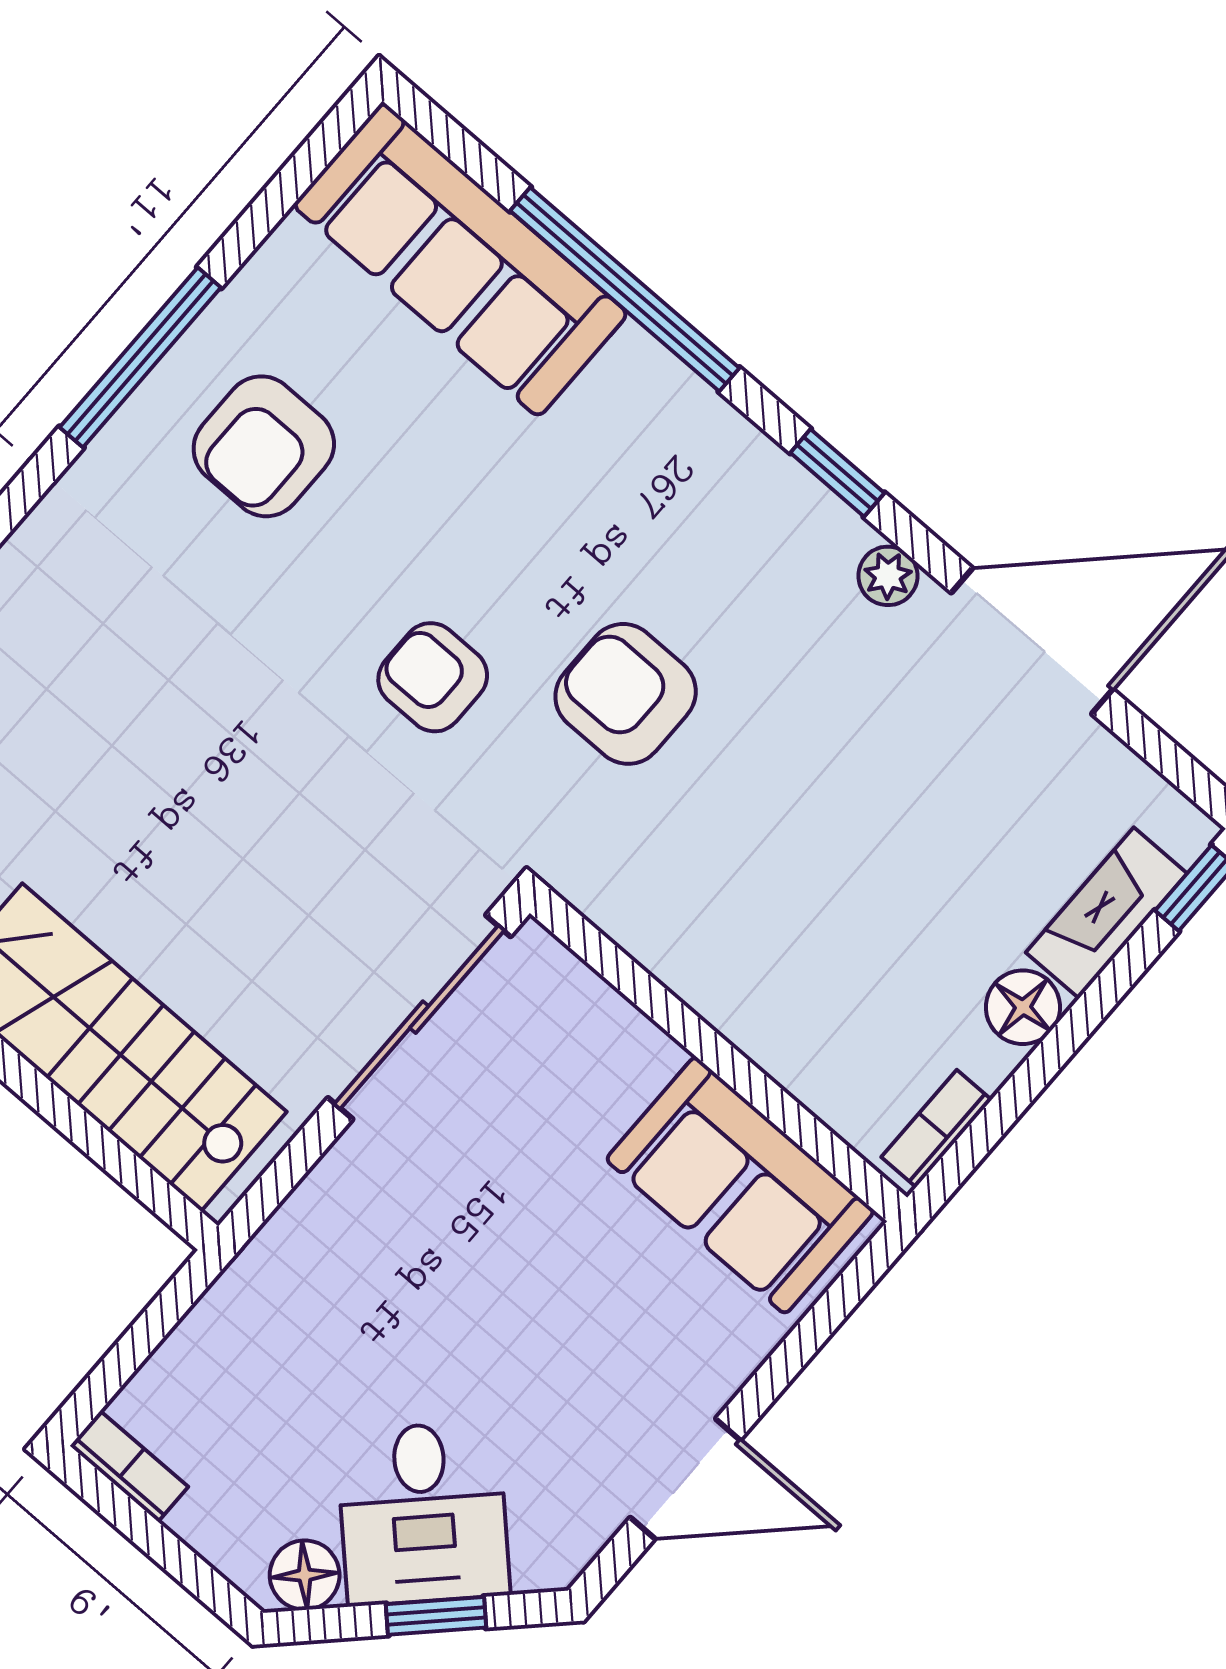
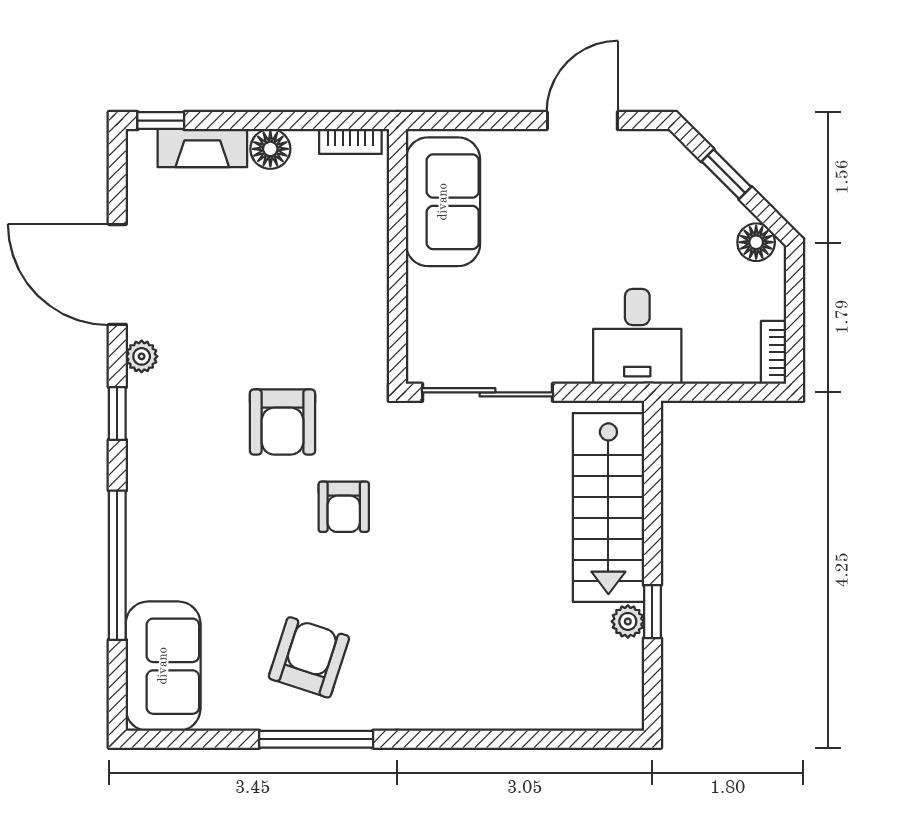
sofa: (460, 260) -> (163, 666), width x0.73
armchair: (264, 446) -> (309, 657), turned -72
door: (685, 1479) -> (582, 121), hinge flipped
desk: (423, 1513) -> (637, 336), moved, turned 135

